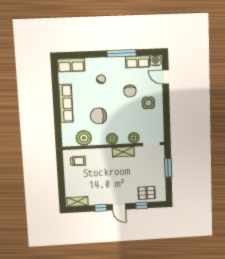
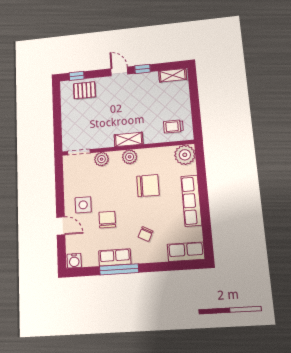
row of seats: (138, 62) -> (115, 257), moved
door: (165, 77) -> (61, 226), moved
plant: (84, 138) -> (185, 155), moved
shelving: (123, 152) -> (129, 139), moved
window: (168, 168) -> (57, 123), removed
window: (142, 206) -> (77, 76), moved

